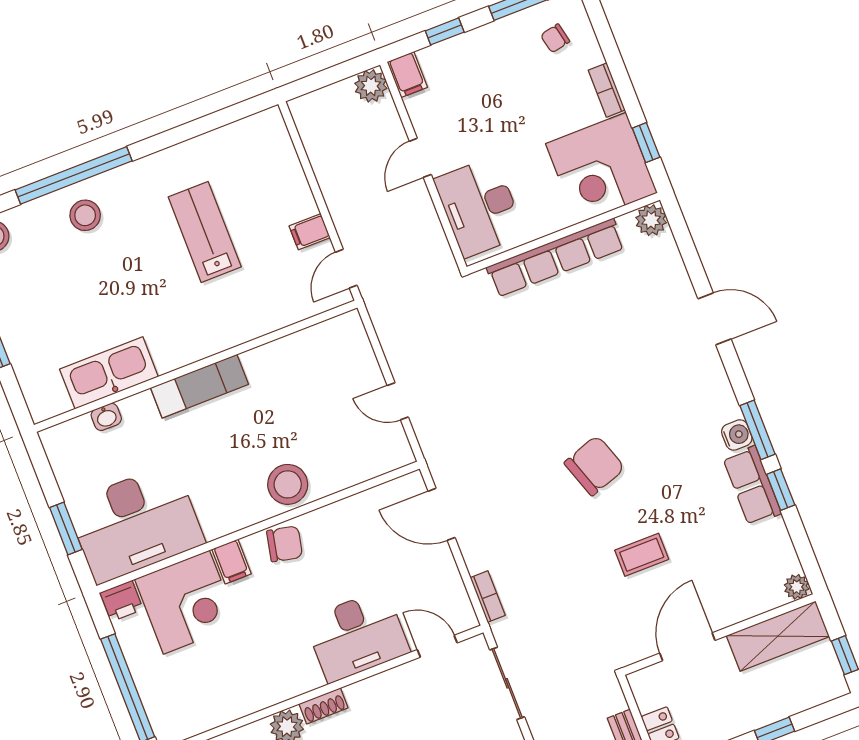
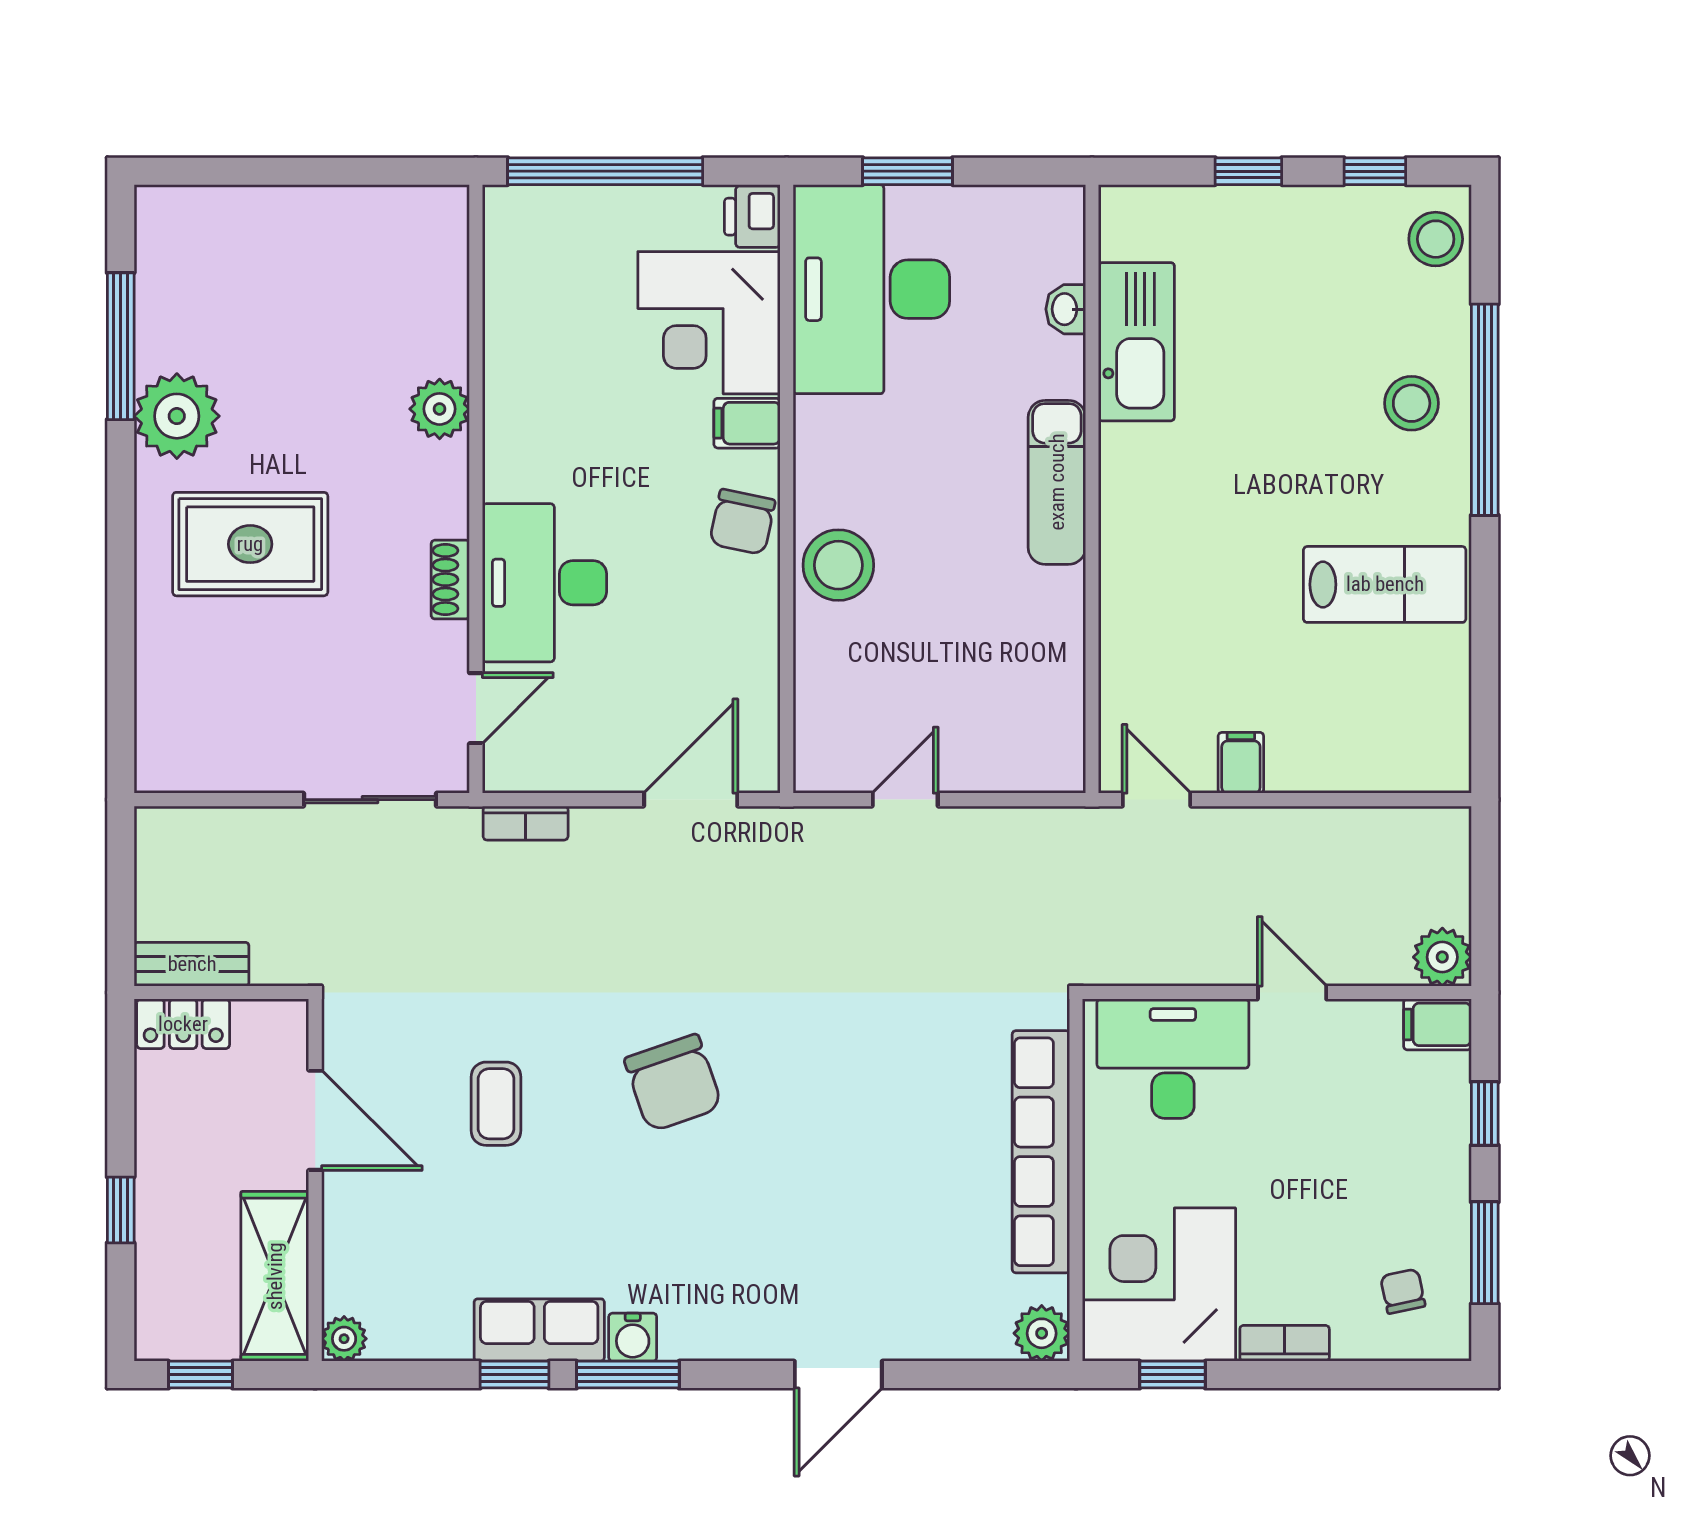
lab bench: (205, 232) -> (1385, 584), moved
shoe rack: (324, 706) -> (450, 580), moved

